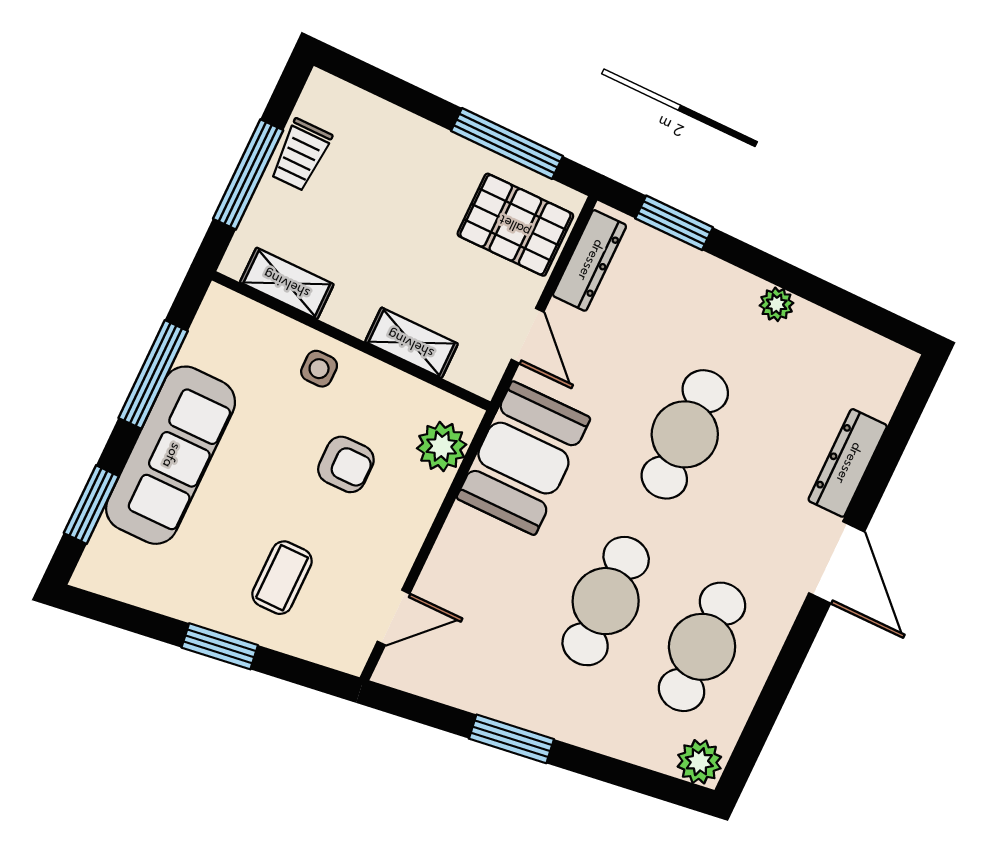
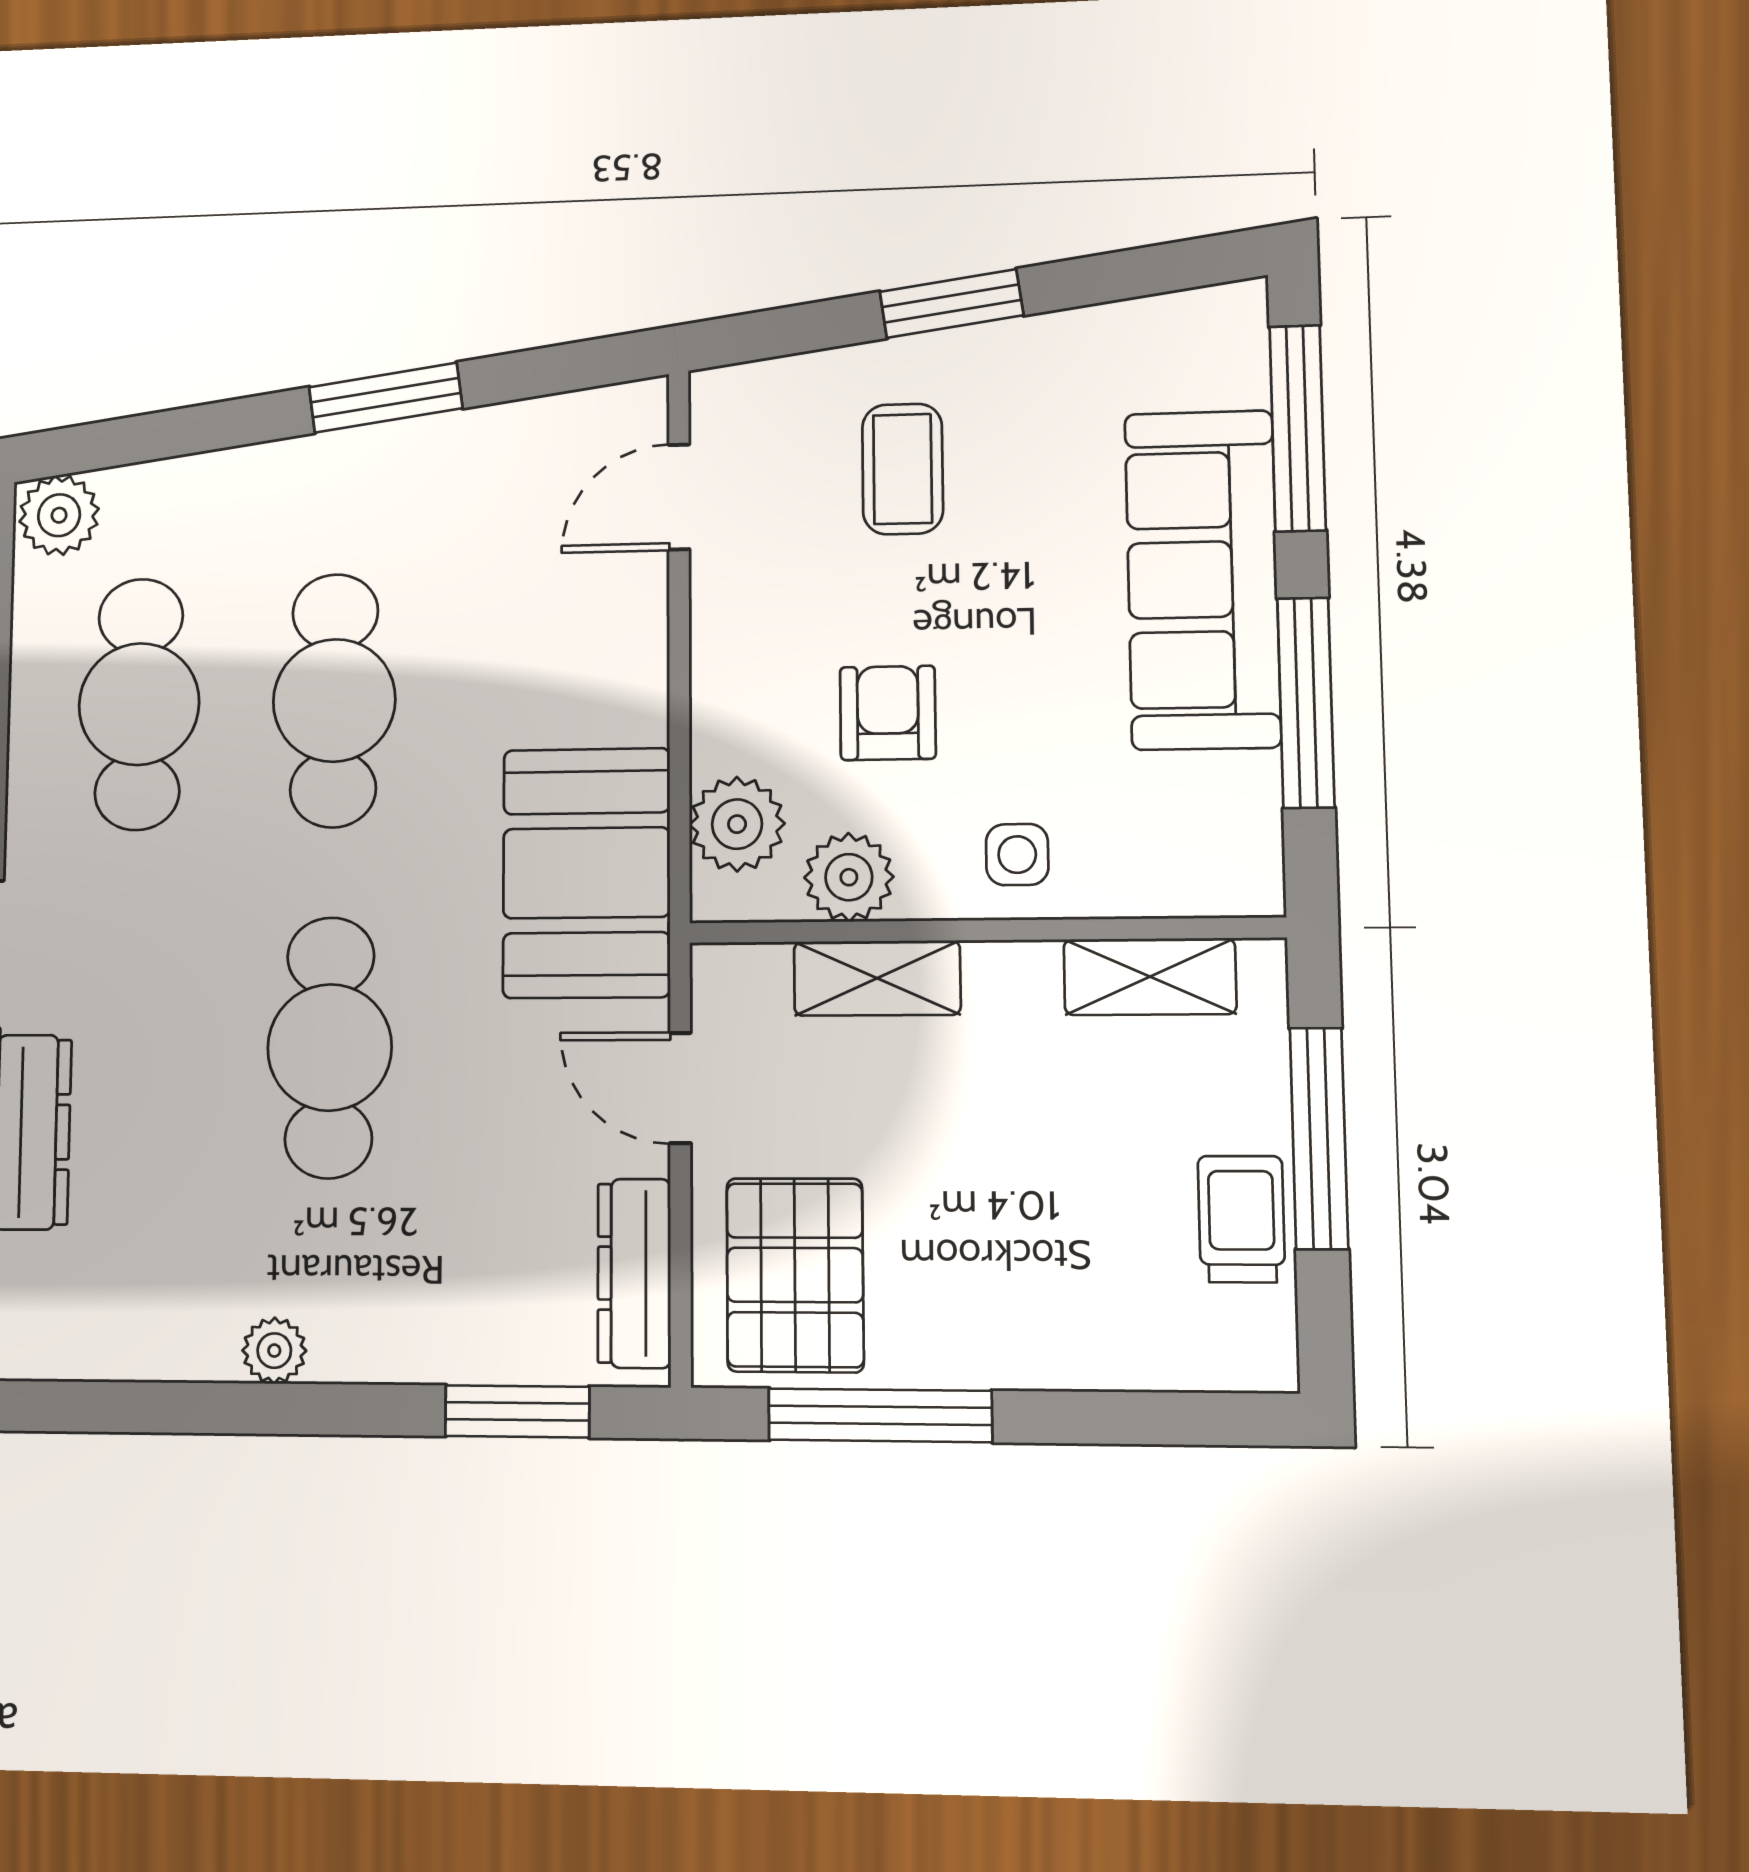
pallet: (515, 225) -> (795, 1275), turned 90
plant: (402, 396) -> (849, 877), added
armchair: (346, 464) -> (888, 713), turned 90
window: (91, 505) -> (1298, 428), width x1.44

